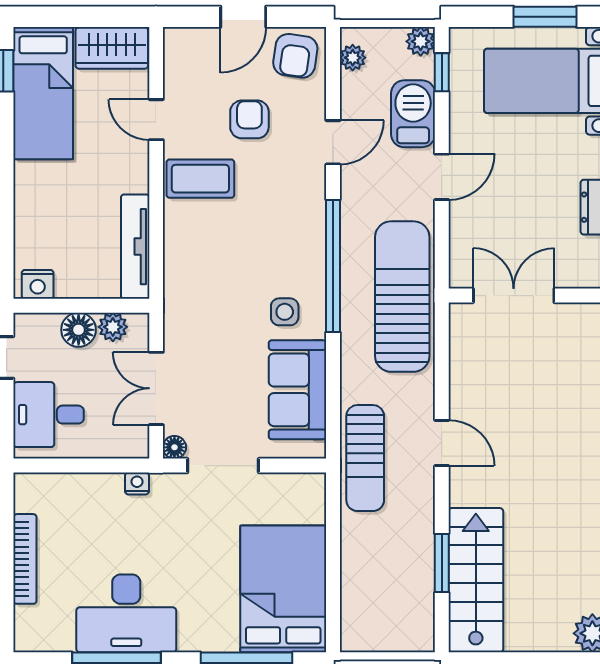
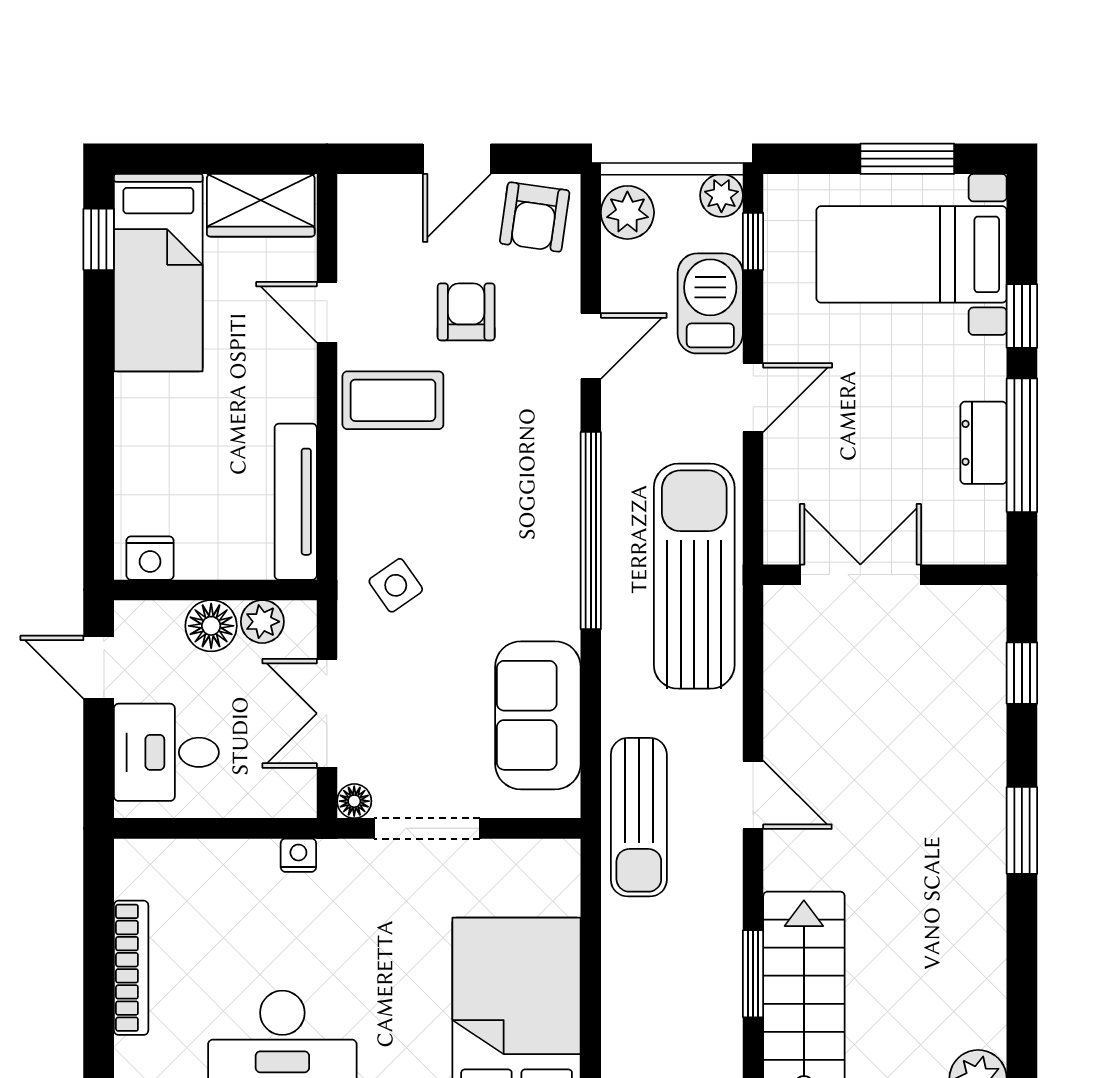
plant: (353, 58) -> (627, 212), width x1.38, depth x1.38
side table: (285, 312) -> (396, 585), moved, turned -35

